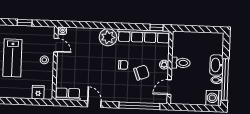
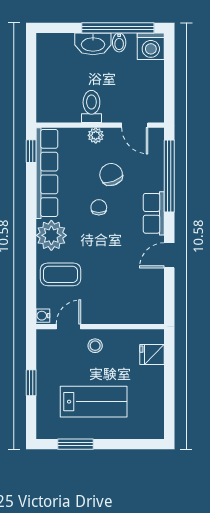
coffee table: (86, 42) -> (61, 274), added
row of seats: (68, 94) -> (154, 213), moved

